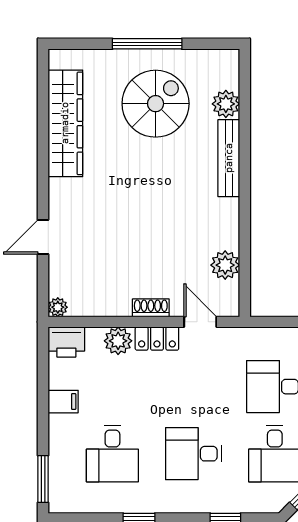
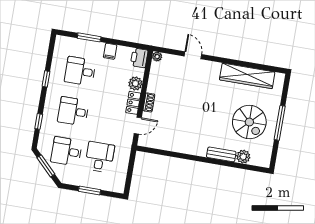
bench: (229, 158) -> (221, 154), width x0.73
plant: (225, 265) -> (164, 143), removed
desk: (194, 454) -> (73, 111), turned -90
window: (43, 479) -> (89, 37), moved

